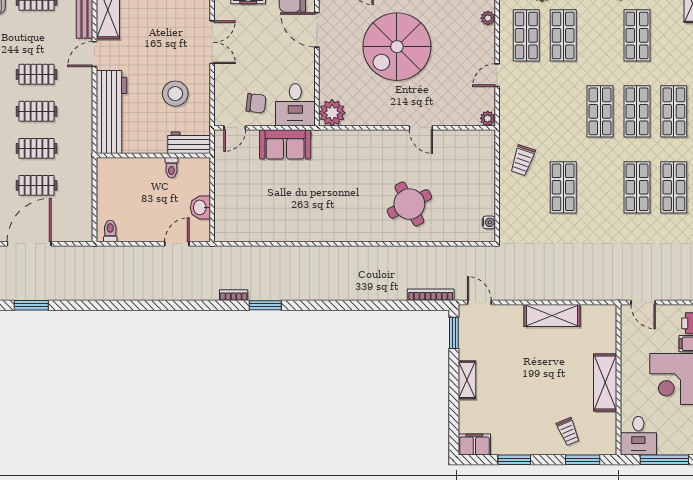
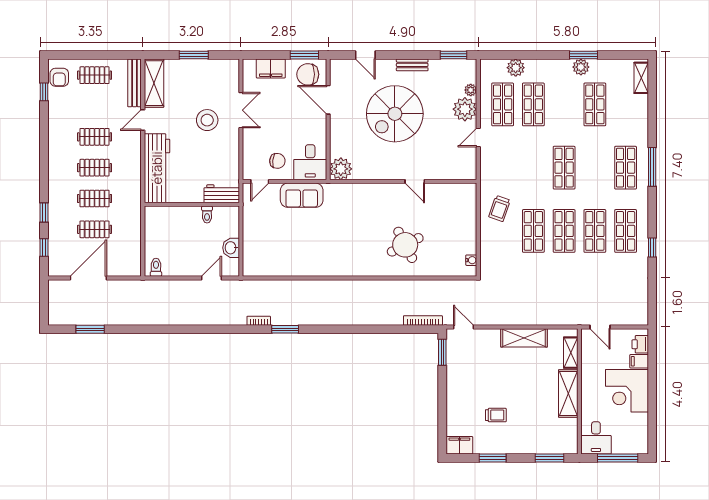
stool: (175, 94) -> (207, 120), moved
shop shelf: (637, 111) -> (564, 231), moved
plant: (488, 118) -> (465, 109), moved, width x1.88, depth x1.88
shelving: (467, 380) -> (571, 353), moved
trolley: (568, 432) -> (496, 415), moved, turned -67

